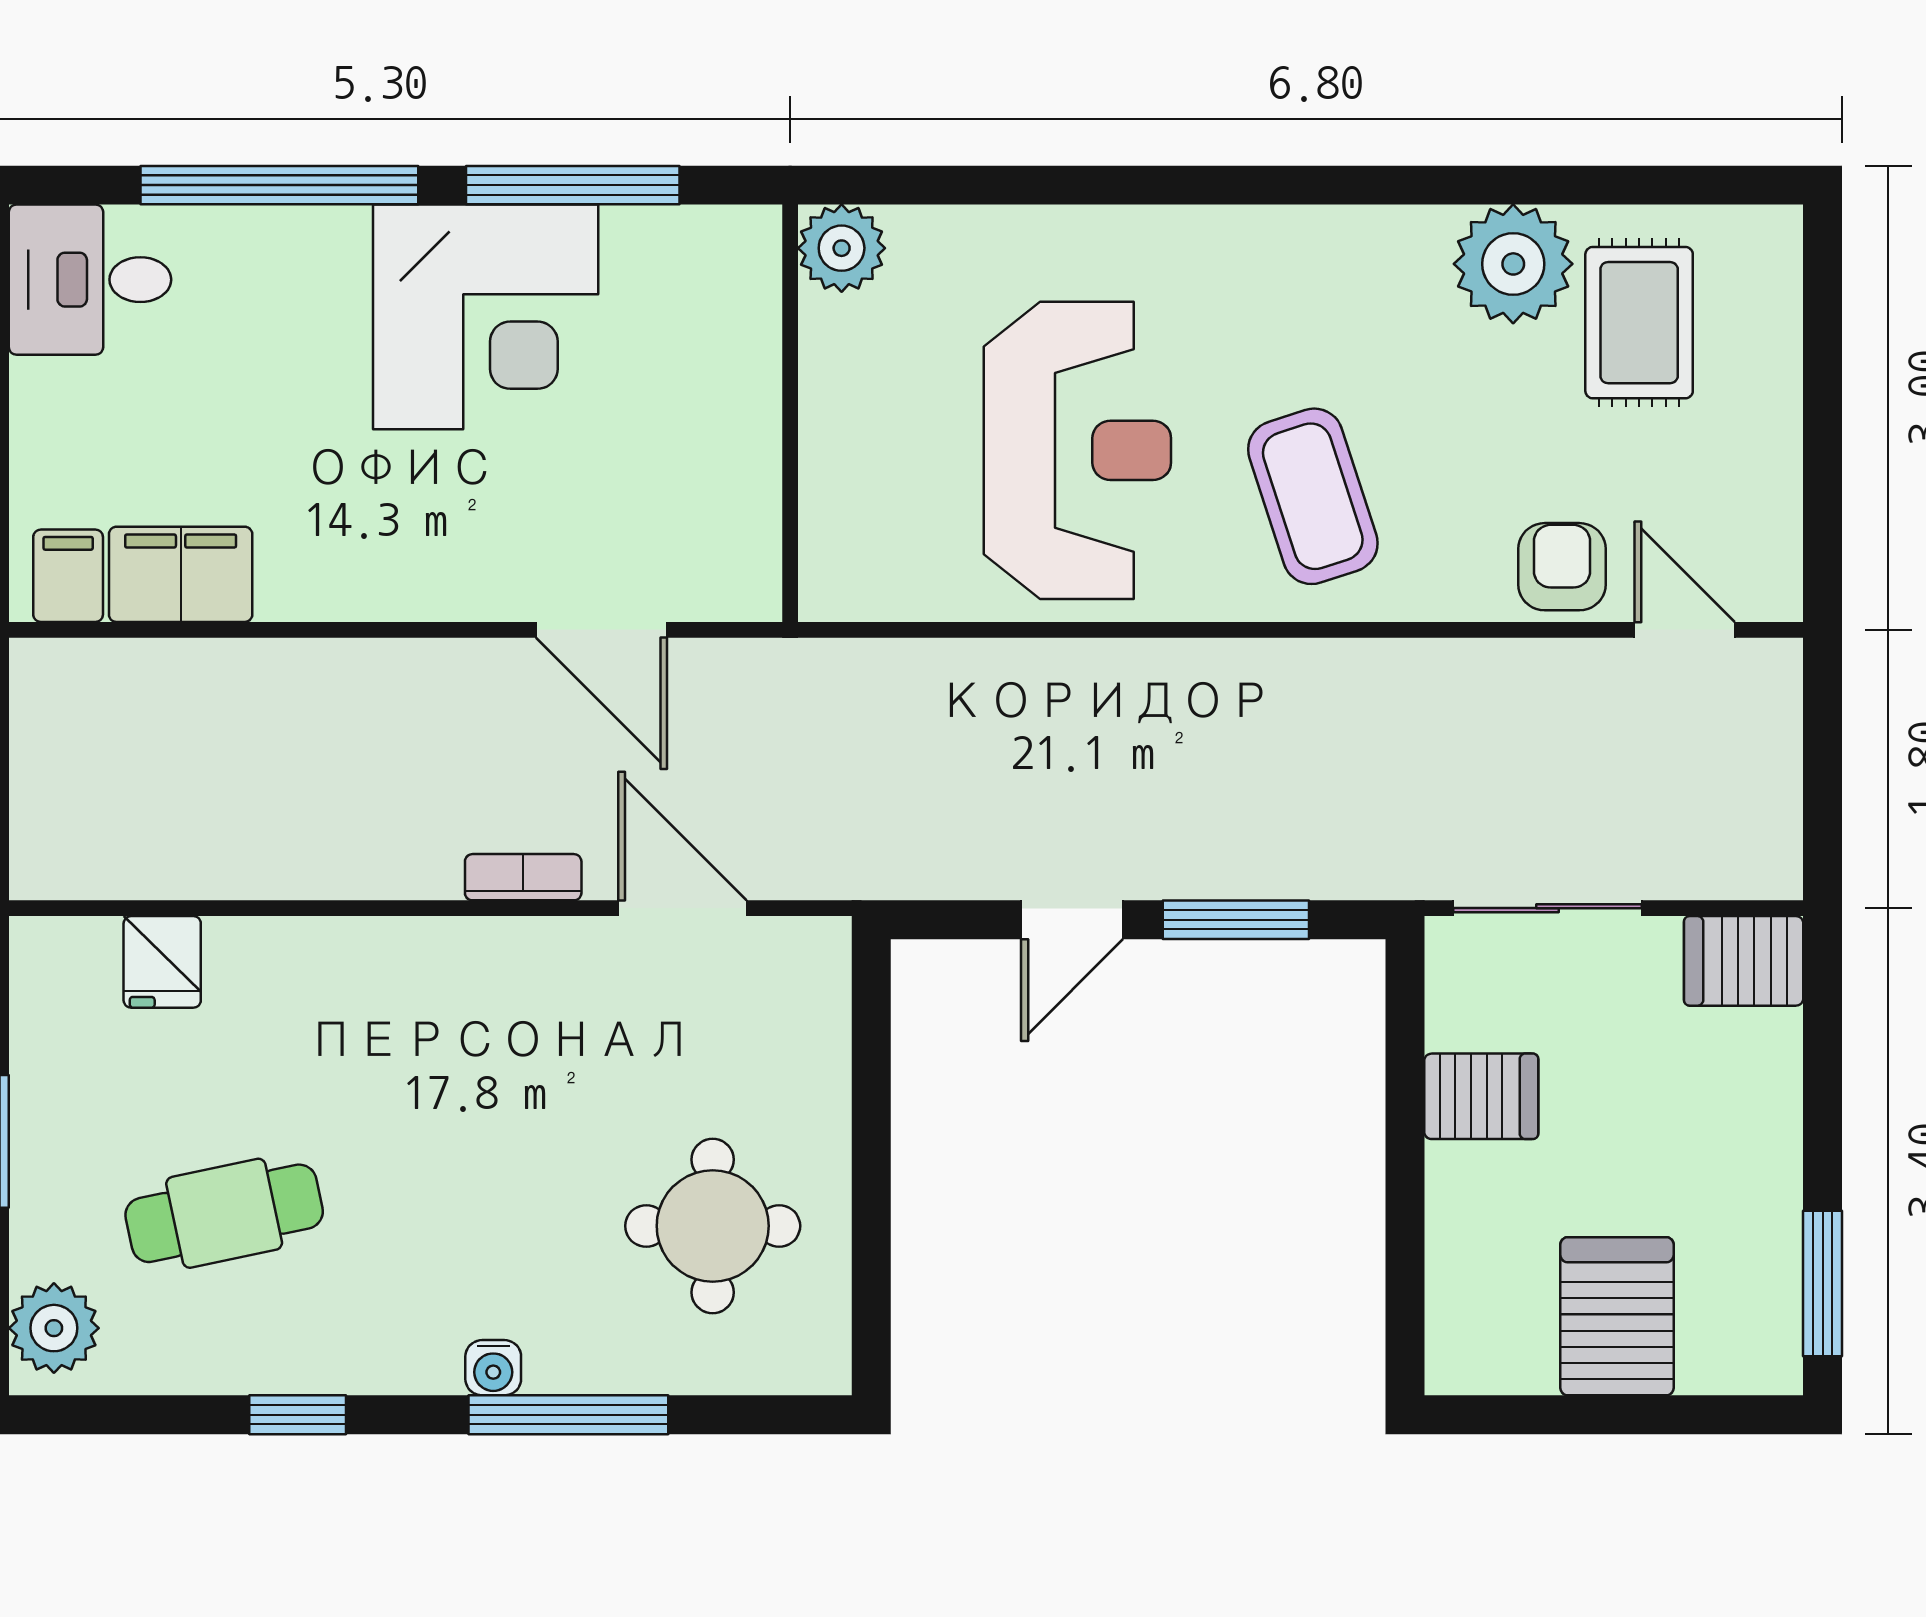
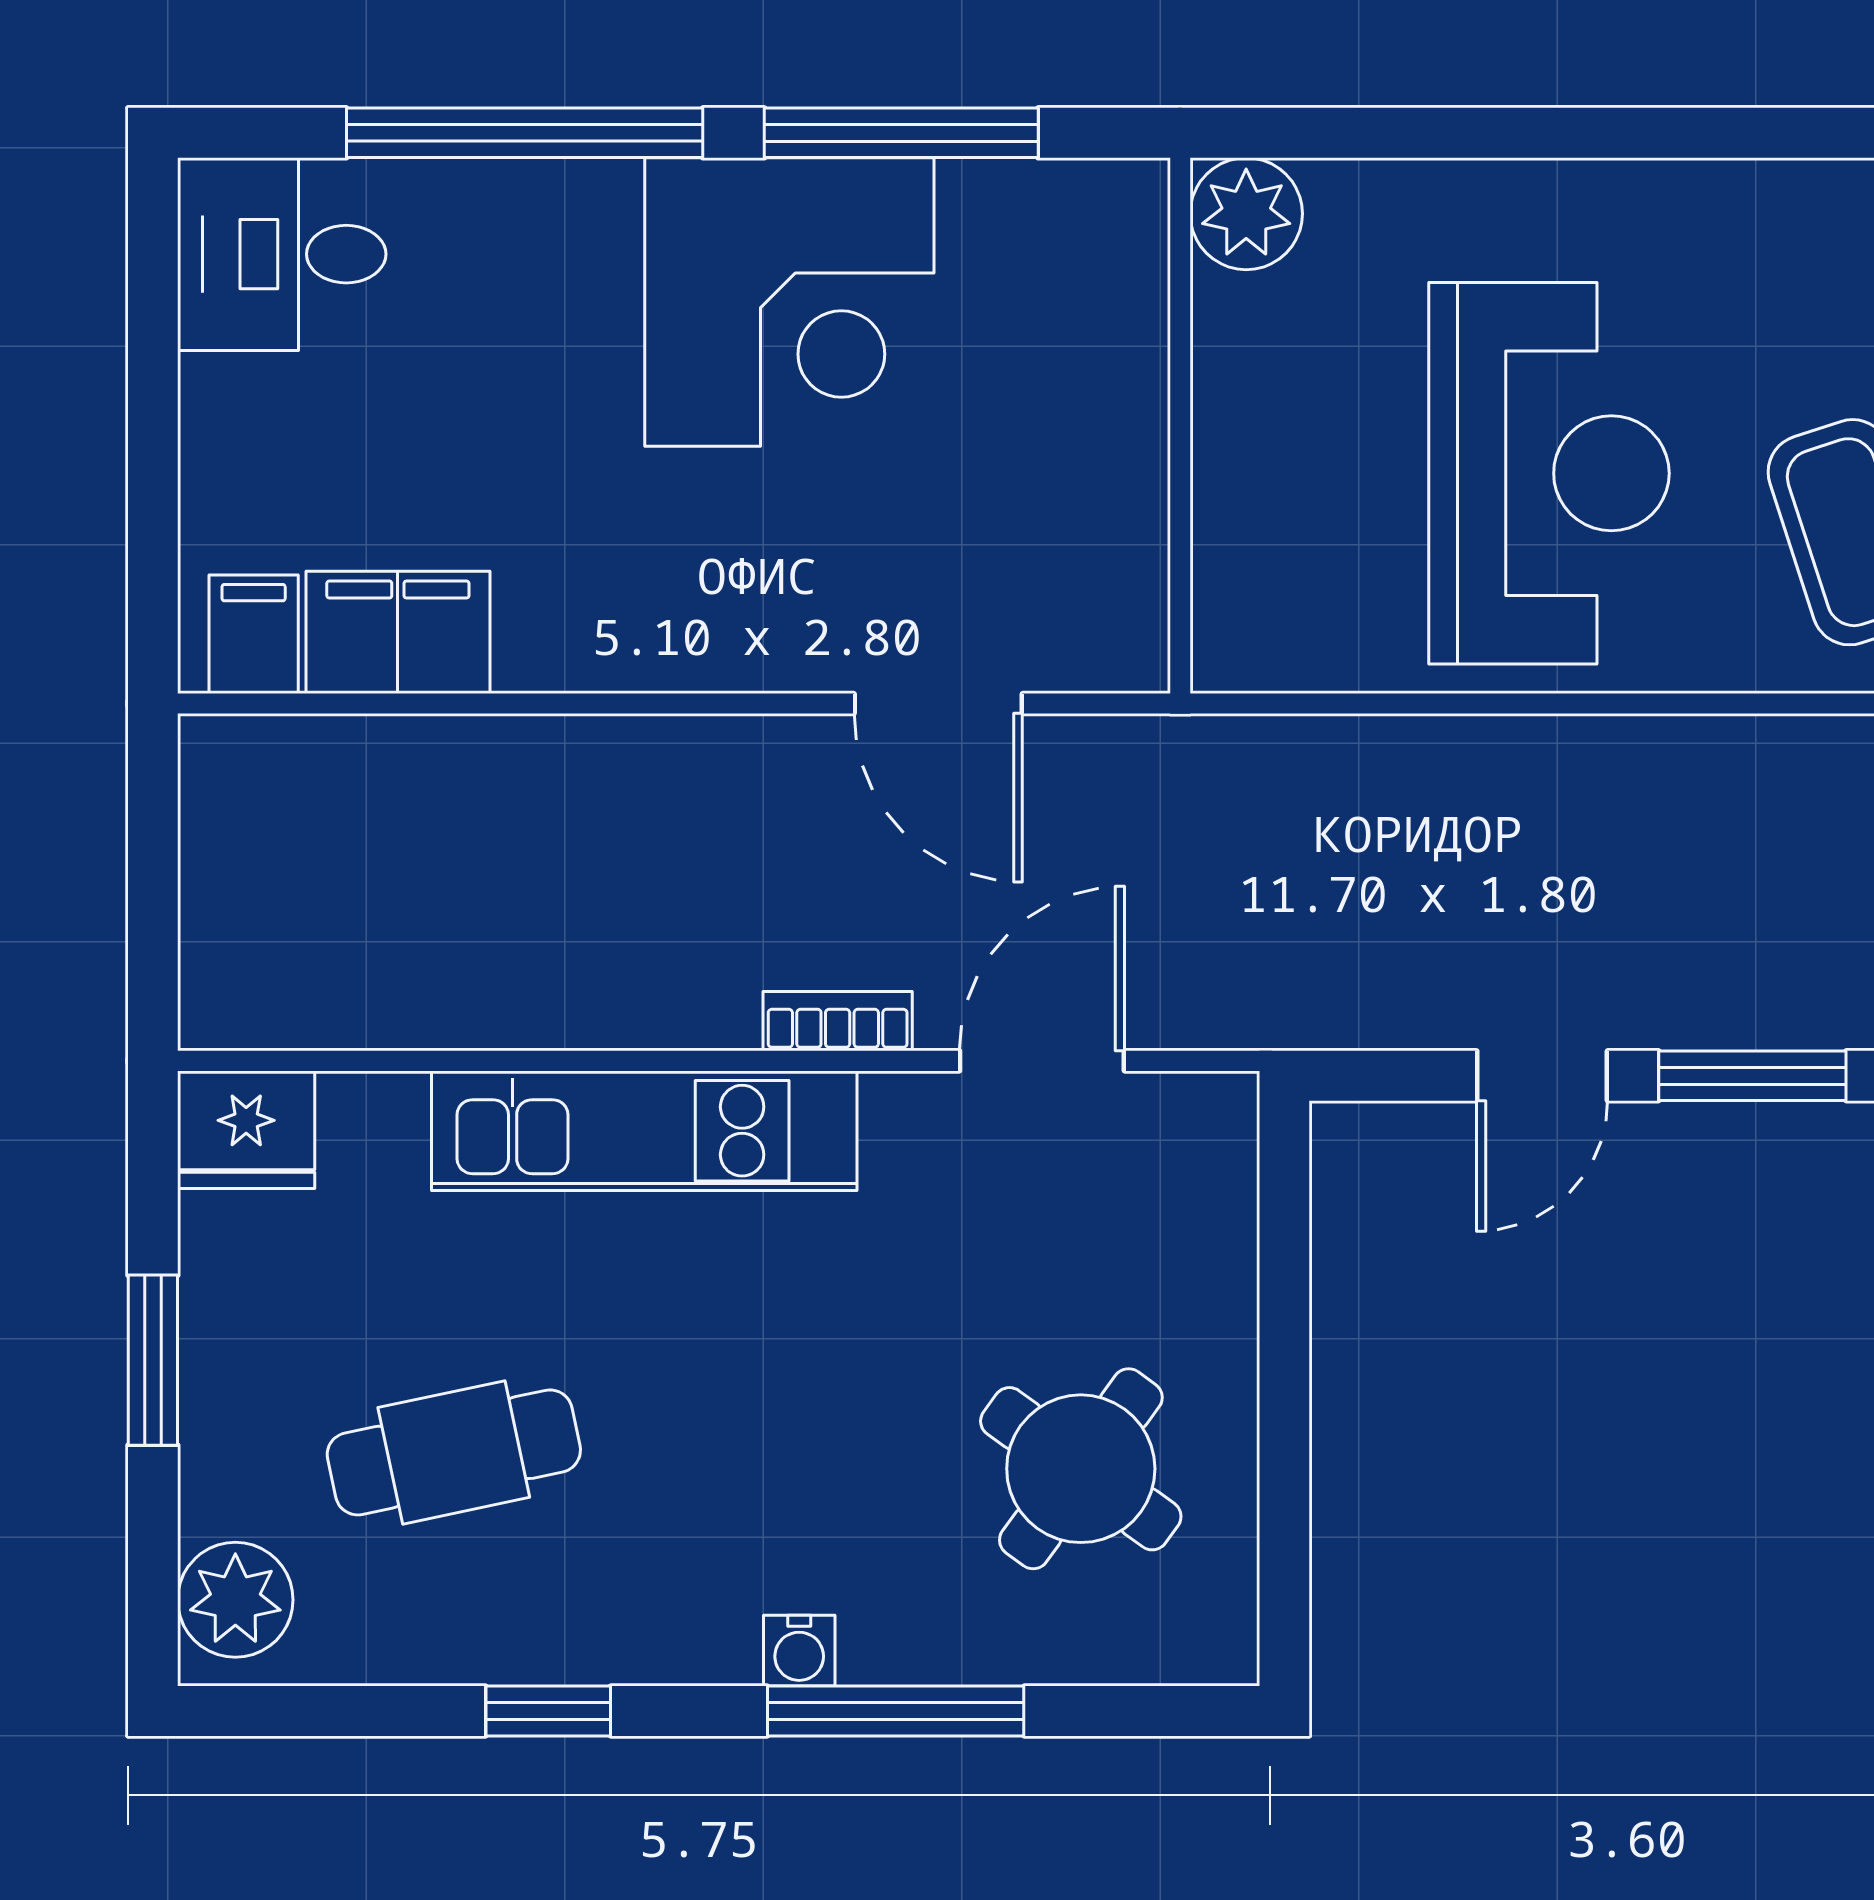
door: (682, 908) -> (1042, 1061), hinge flipped
fridge: (162, 962) -> (246, 1130), moved, width x1.38
kitchen unit: (373, 963) -> (644, 1131), added
round table: (713, 1226) -> (1081, 1469), turned 36

